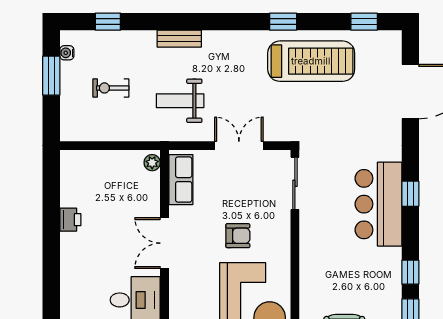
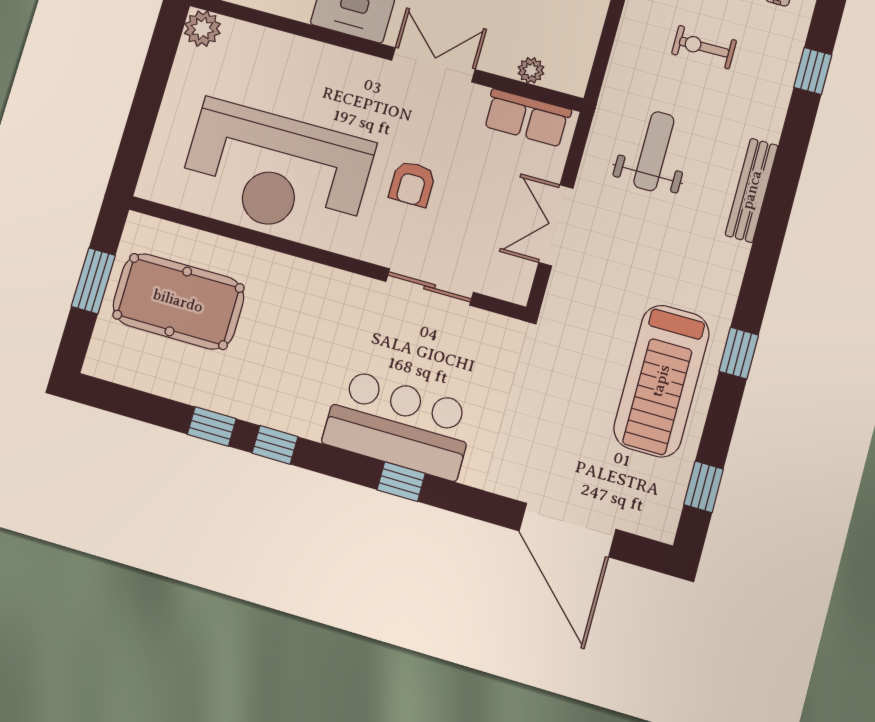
bench: (179, 39) -> (752, 190), width x1.36
exercise bike: (111, 88) -> (704, 47), turned -90
double door: (239, 146) -> (556, 225), swing flipped
plant: (152, 163) -> (531, 70), moved
sliding door: (295, 183) -> (430, 287), moved

